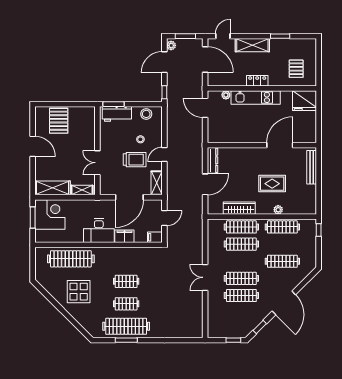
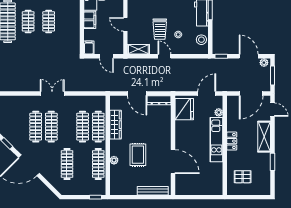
fridge: (304, 101) -> (184, 109), moved, turned 180
door: (129, 197) -> (125, 24), width x0.53

